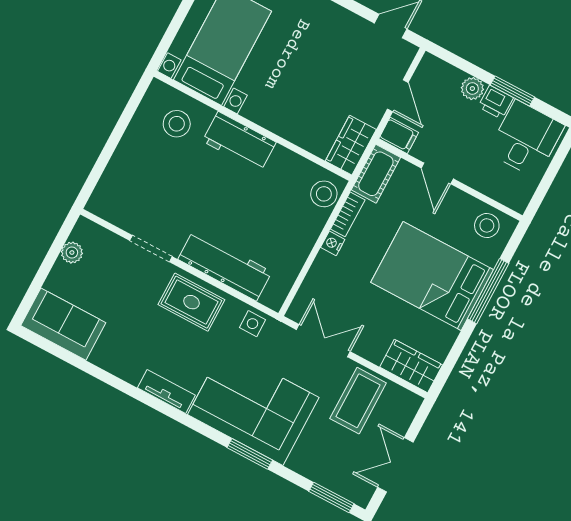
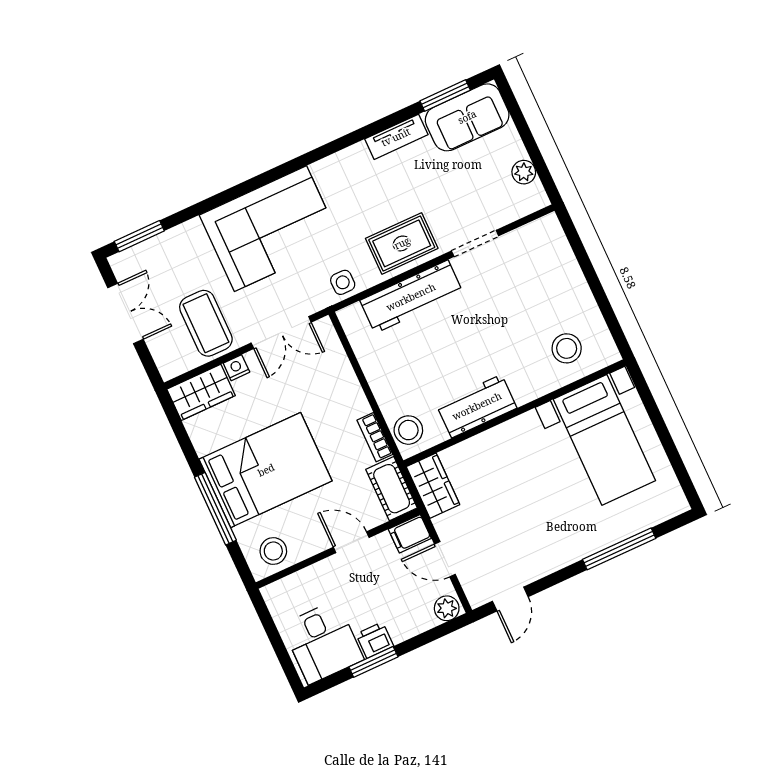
plant: (472, 89) -> (447, 608), moved
workbench: (239, 142) -> (477, 406), moved
nightstand: (333, 243) -> (236, 368), moved, turned -90
tv unit: (166, 392) -> (396, 137), moved
window: (250, 454) -> (445, 96), moved

